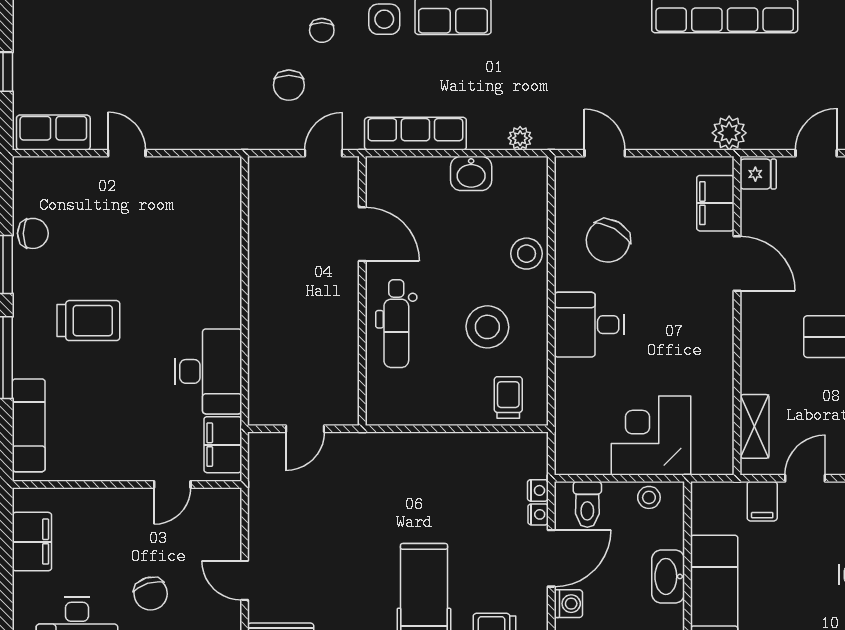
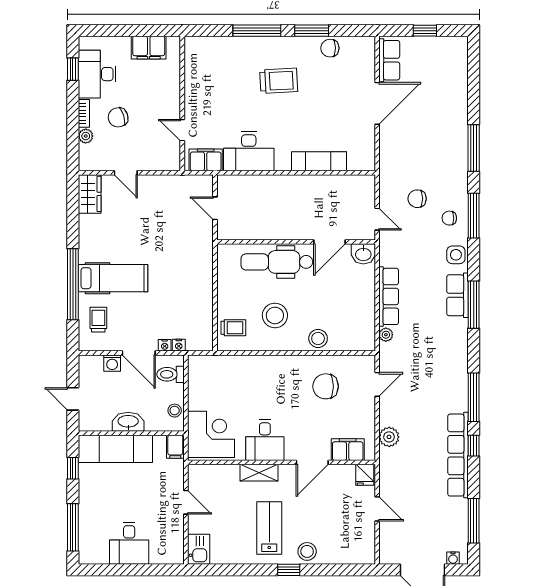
plant: (729, 133) -> (389, 437), moved
row of seats: (415, 134) -> (389, 296), moved
door: (127, 153) -> (377, 103), width x1.88
washbasin: (471, 173) -> (363, 254), moved, turned -90
chair: (33, 233) -> (330, 48), turned 90
chair: (608, 241) -> (326, 386), turned -30
trolley: (88, 321) -> (279, 81), turned -93
dental chair: (396, 324) -> (277, 262), width x1.36, depth x1.38
desk: (589, 325) -> (265, 440), moved, turned 180
exam couch: (29, 425) -> (319, 161), moved, turned 180
shelving: (755, 426) -> (259, 473), moved
corner desk: (651, 436) -> (211, 434), moved
filing cabinet: (762, 501) -> (175, 447), moved, turned -90
door: (245, 580) -> (126, 173), swing flipped

